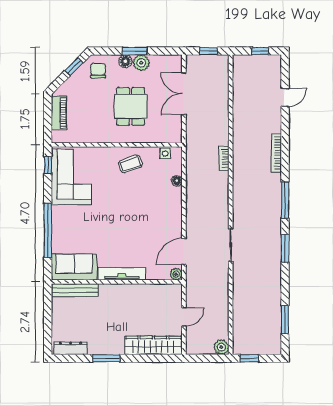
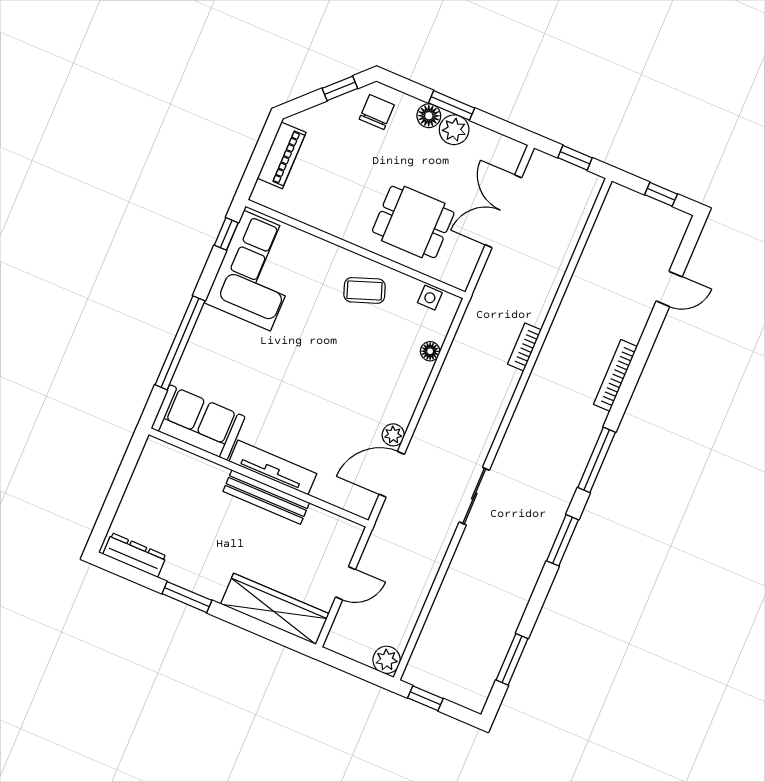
dining table: (131, 106) -> (413, 222), moved, turned 90
plant: (176, 274) -> (393, 435), moved
bench: (75, 290) -> (266, 497), moved

